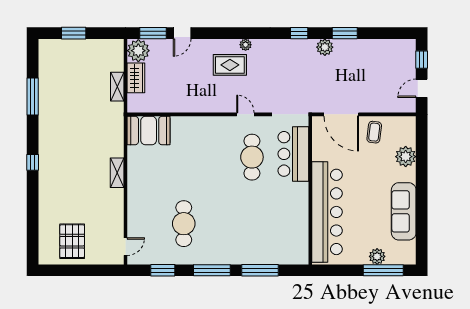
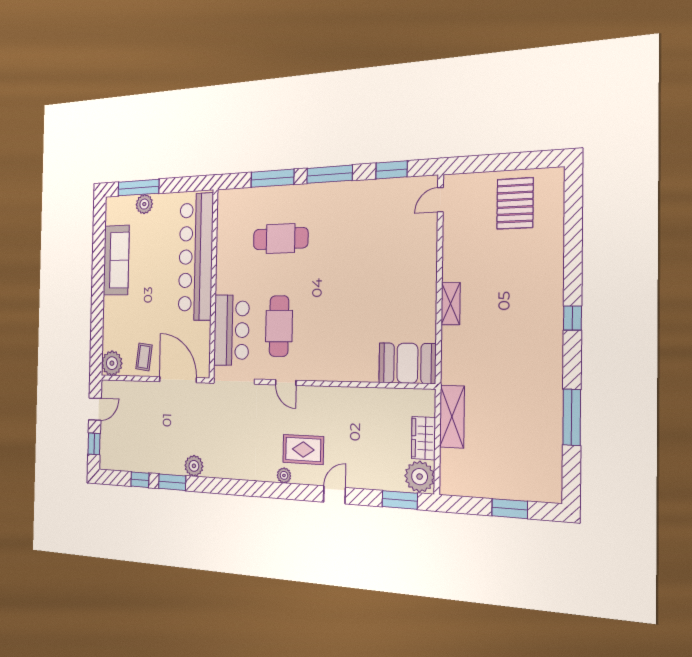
door: (182, 33) -> (334, 495), moved
window: (299, 33) -> (140, 480), moved
shelving: (117, 87) -> (452, 417), width x1.50, depth x1.33
plant: (406, 157) -> (112, 363), moved
cafe table: (184, 224) -> (281, 239), moved, turned 90

